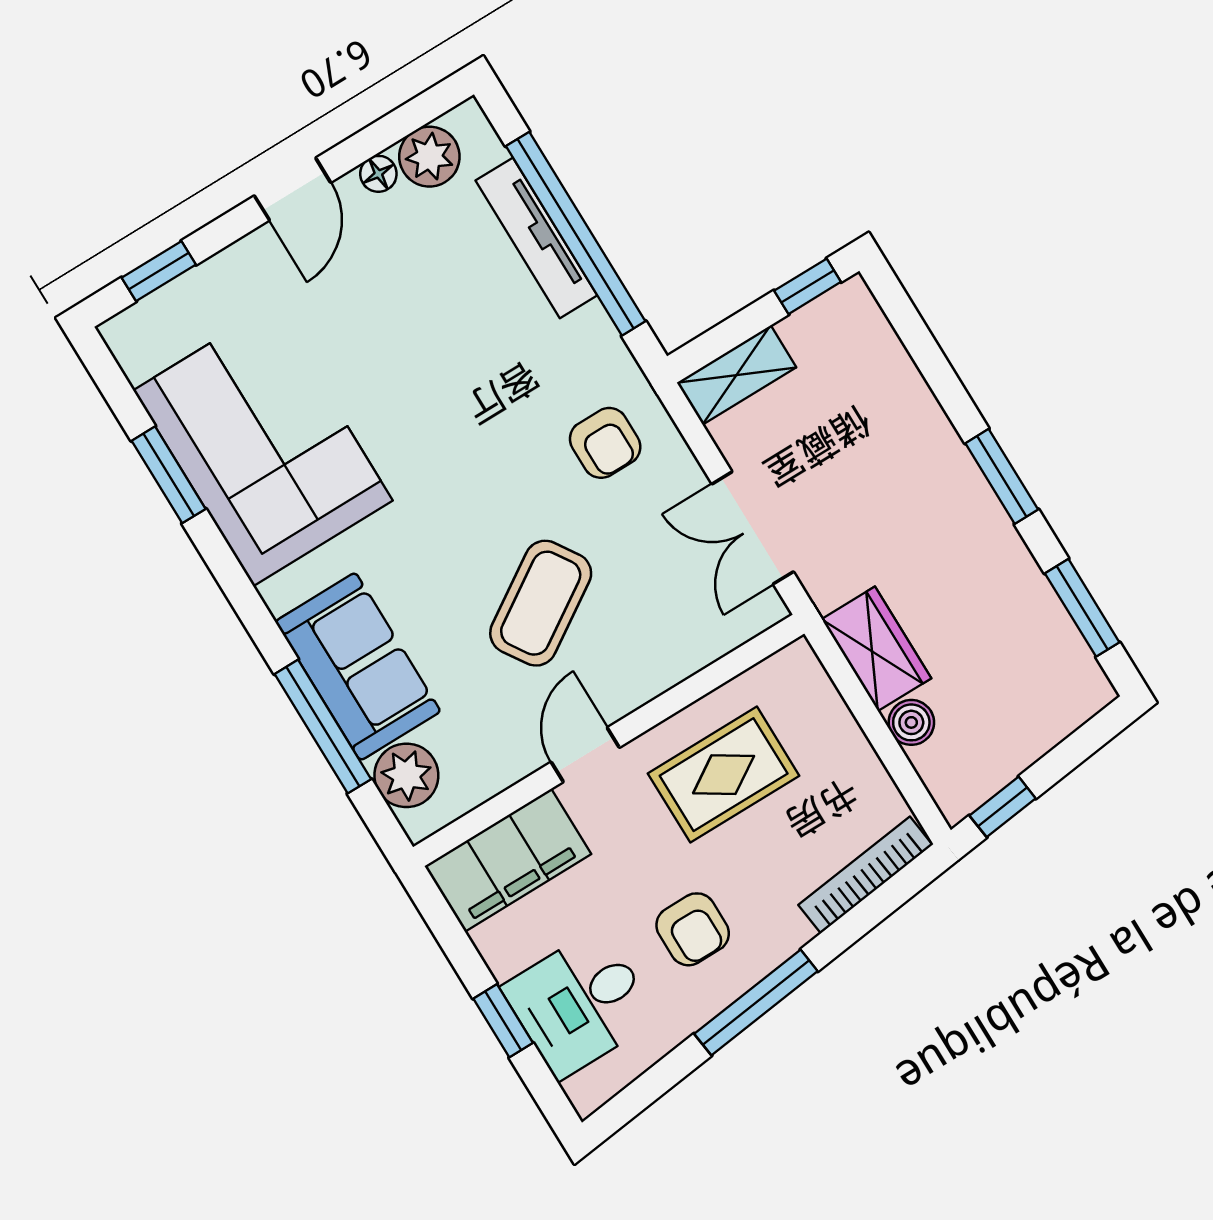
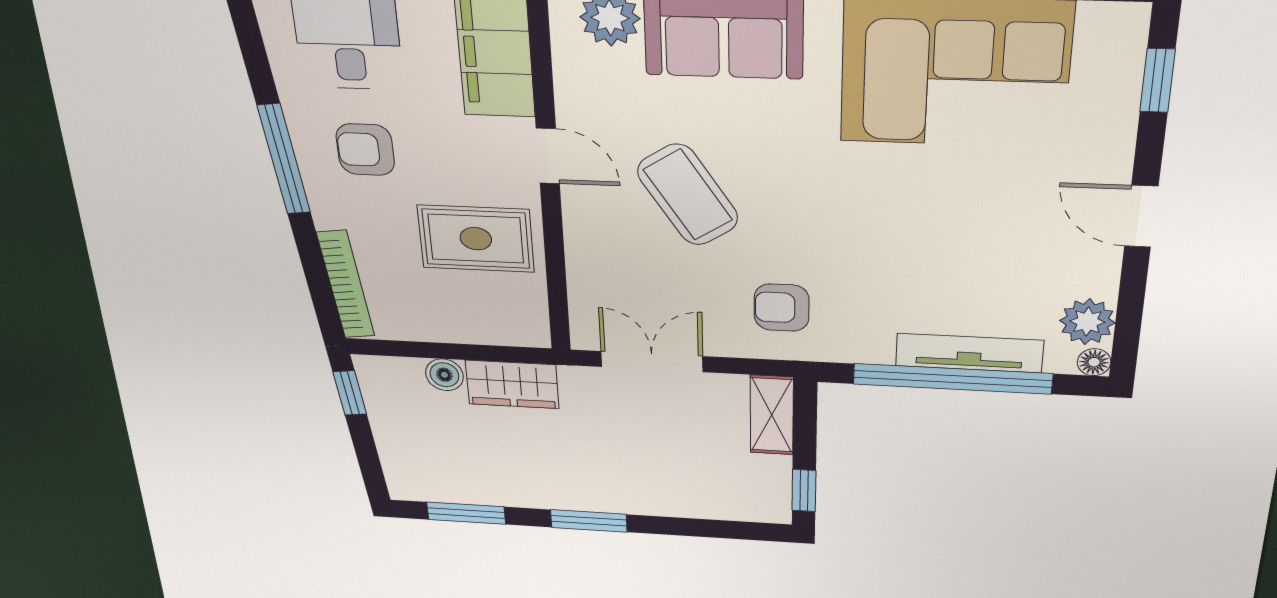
floor lamp: (378, 174) -> (1094, 362), moved
rug: (724, 775) -> (476, 239), turned 90

